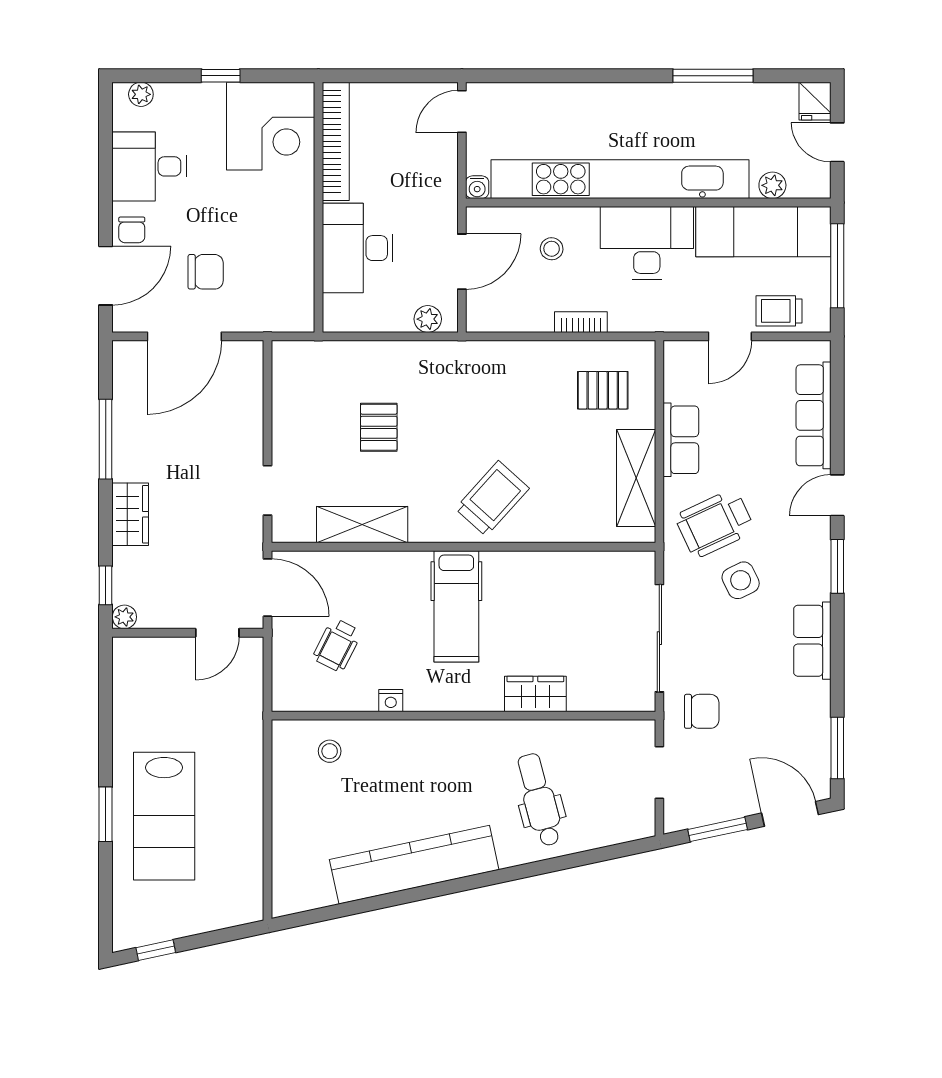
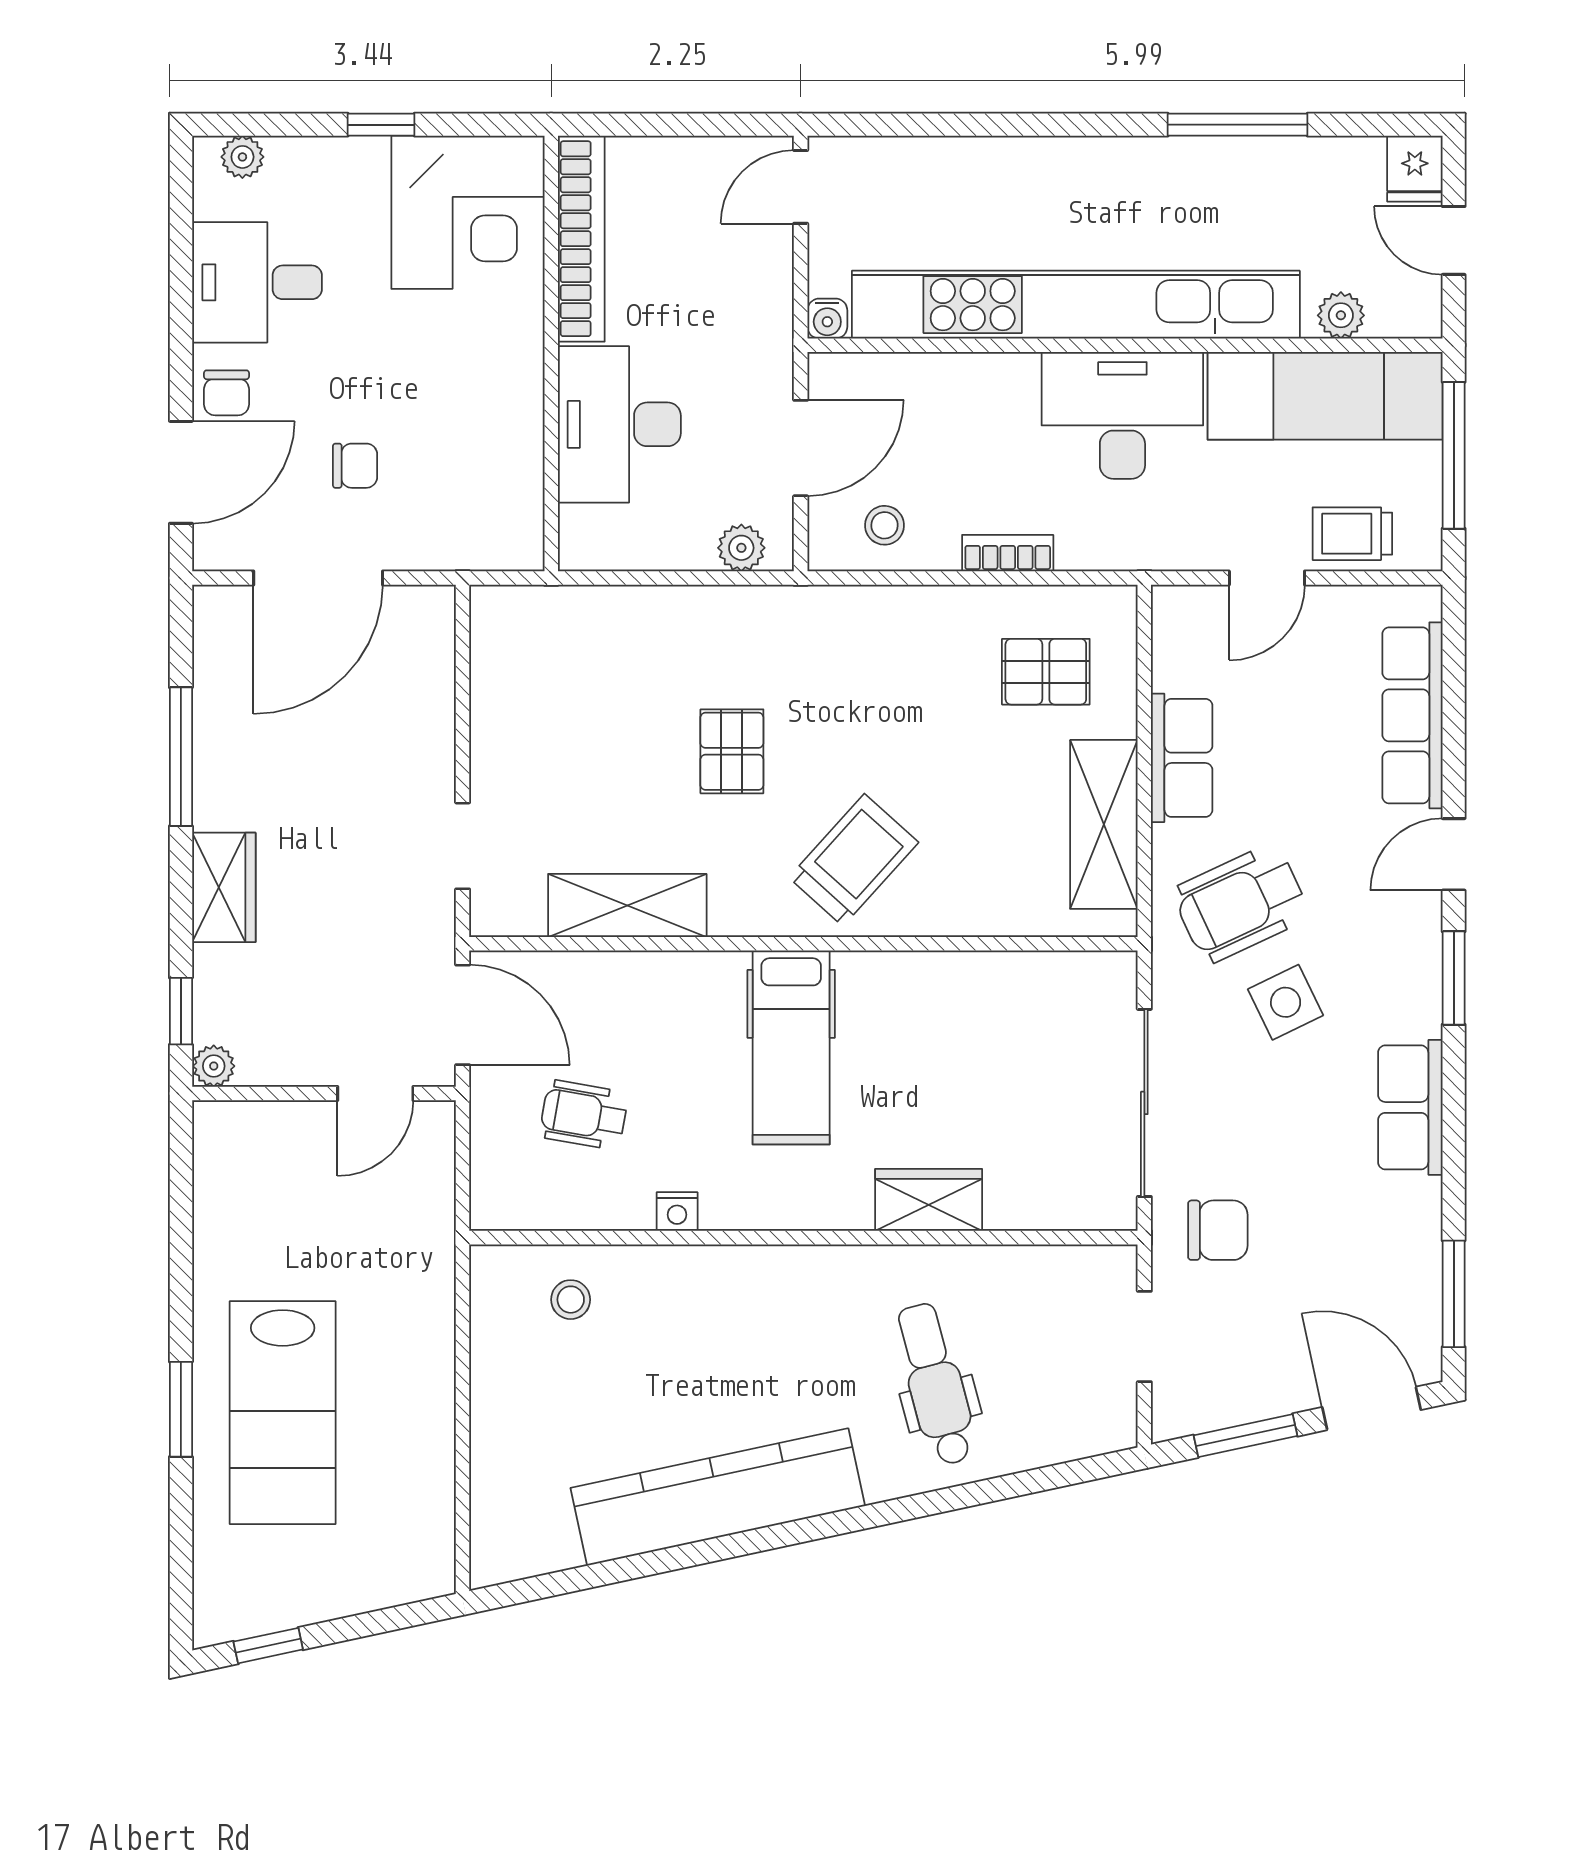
stool: (552, 249) -> (884, 525), moved
chair: (206, 272) -> (355, 466), width x0.73, depth x0.73
pallet: (379, 427) -> (732, 751), moved
wheelchair: (337, 645) -> (584, 1115), turned 73

